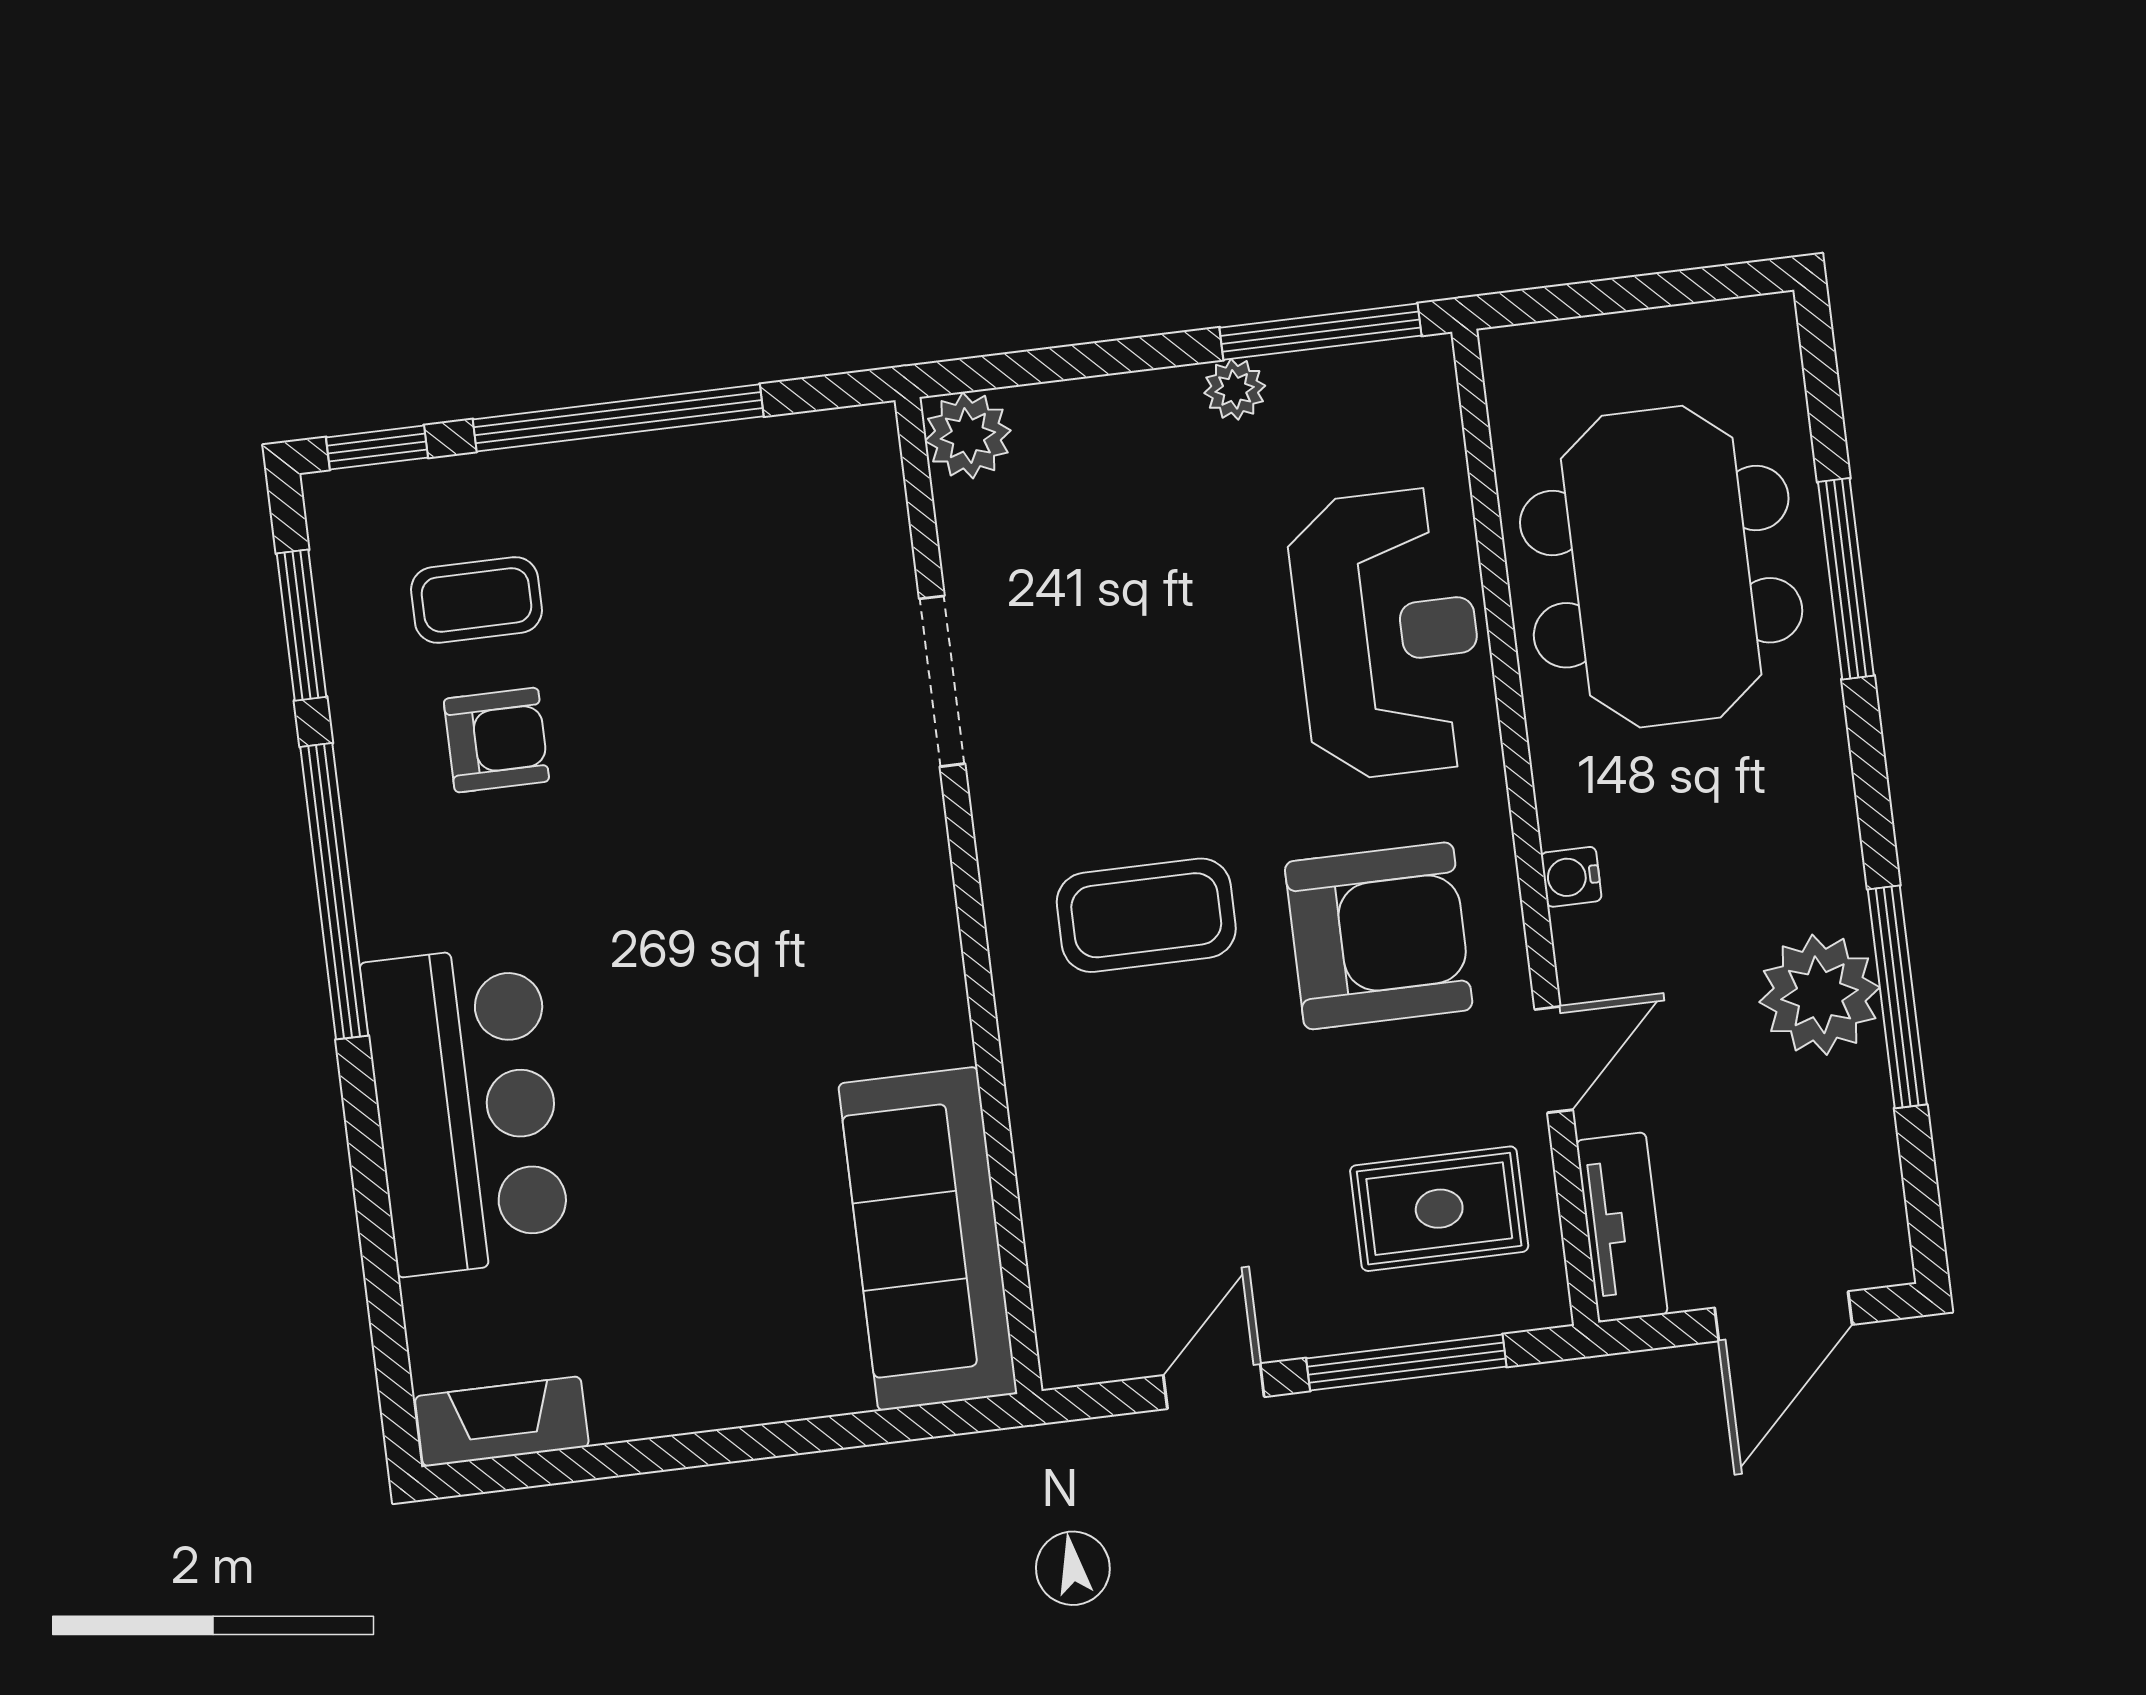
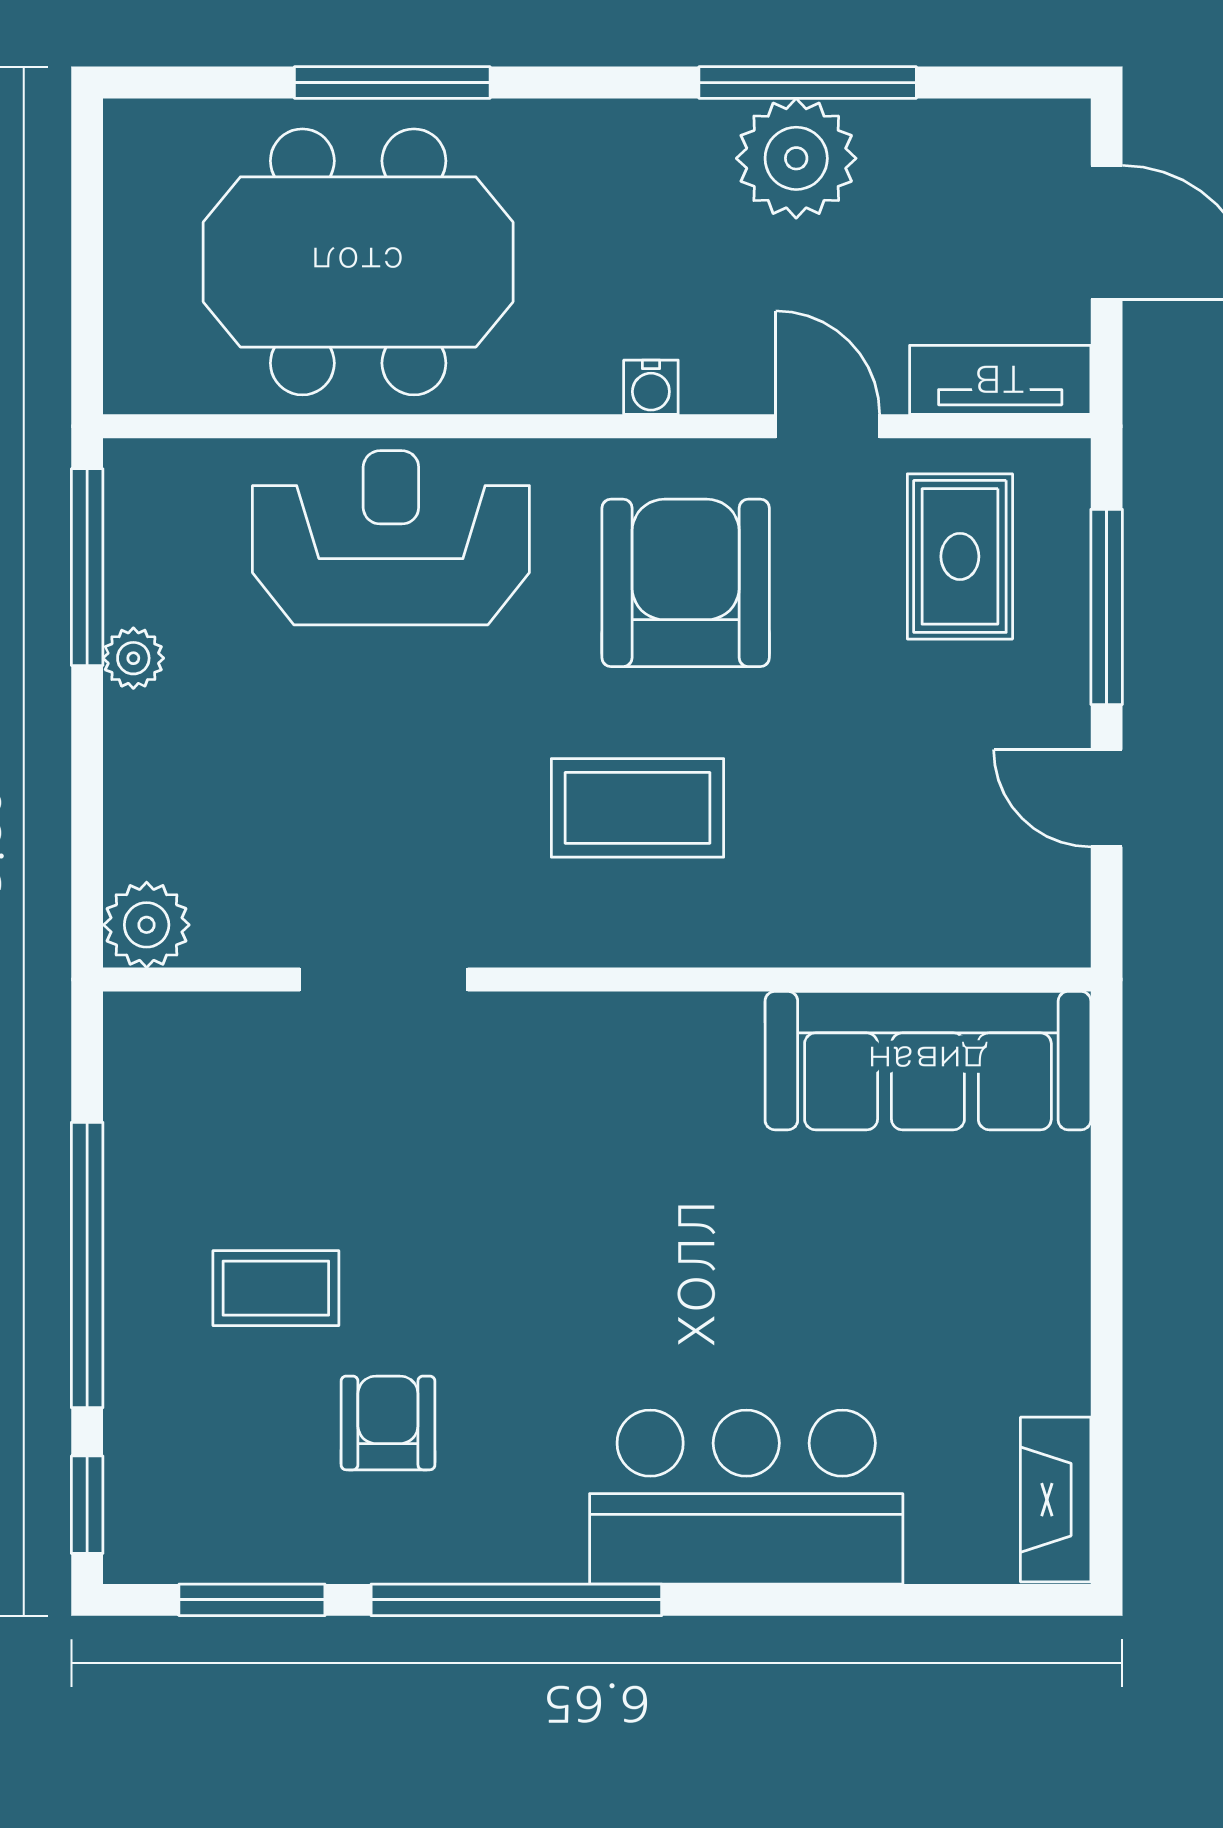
coffee table: (476, 600) -> (276, 1288), moved, turned 90
coffee table: (1146, 915) -> (638, 808), turned 90

